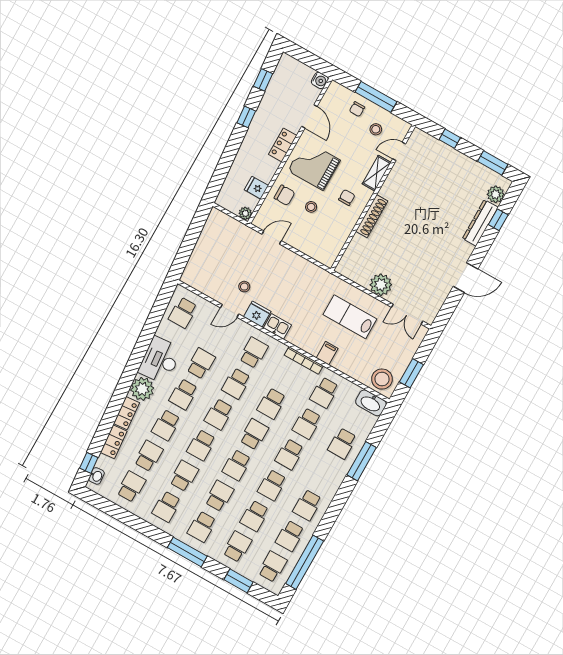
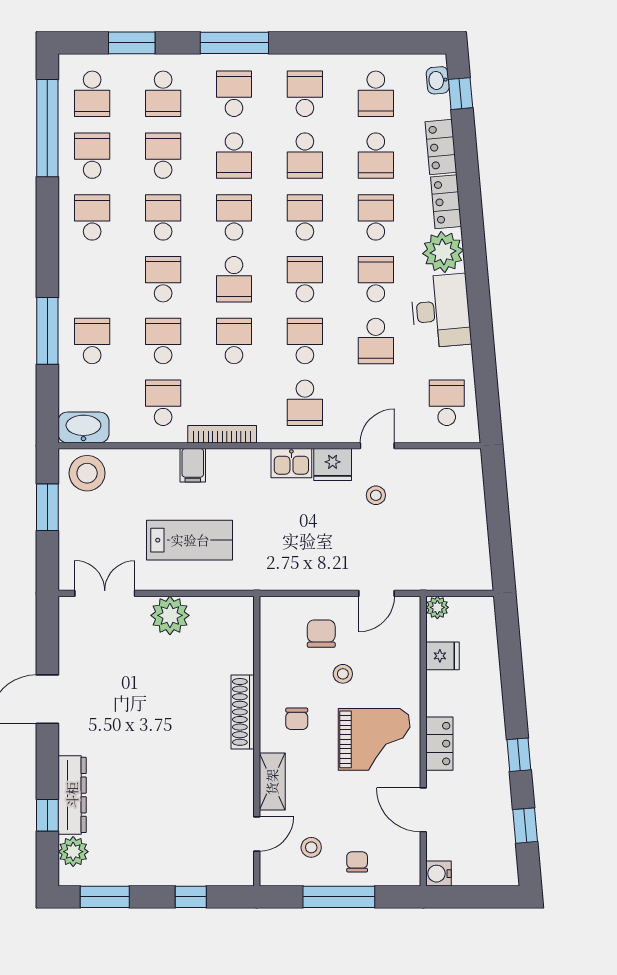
chair: (284, 195) -> (321, 634), moved, turned 90

